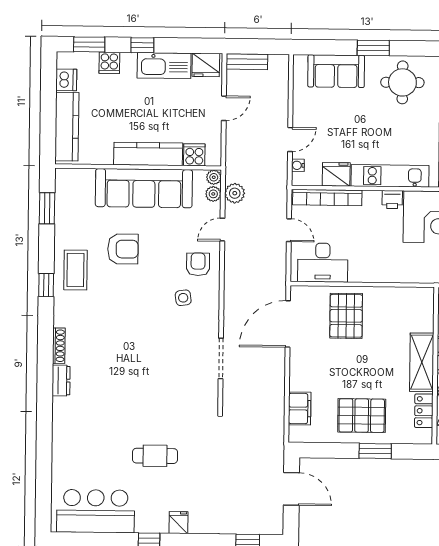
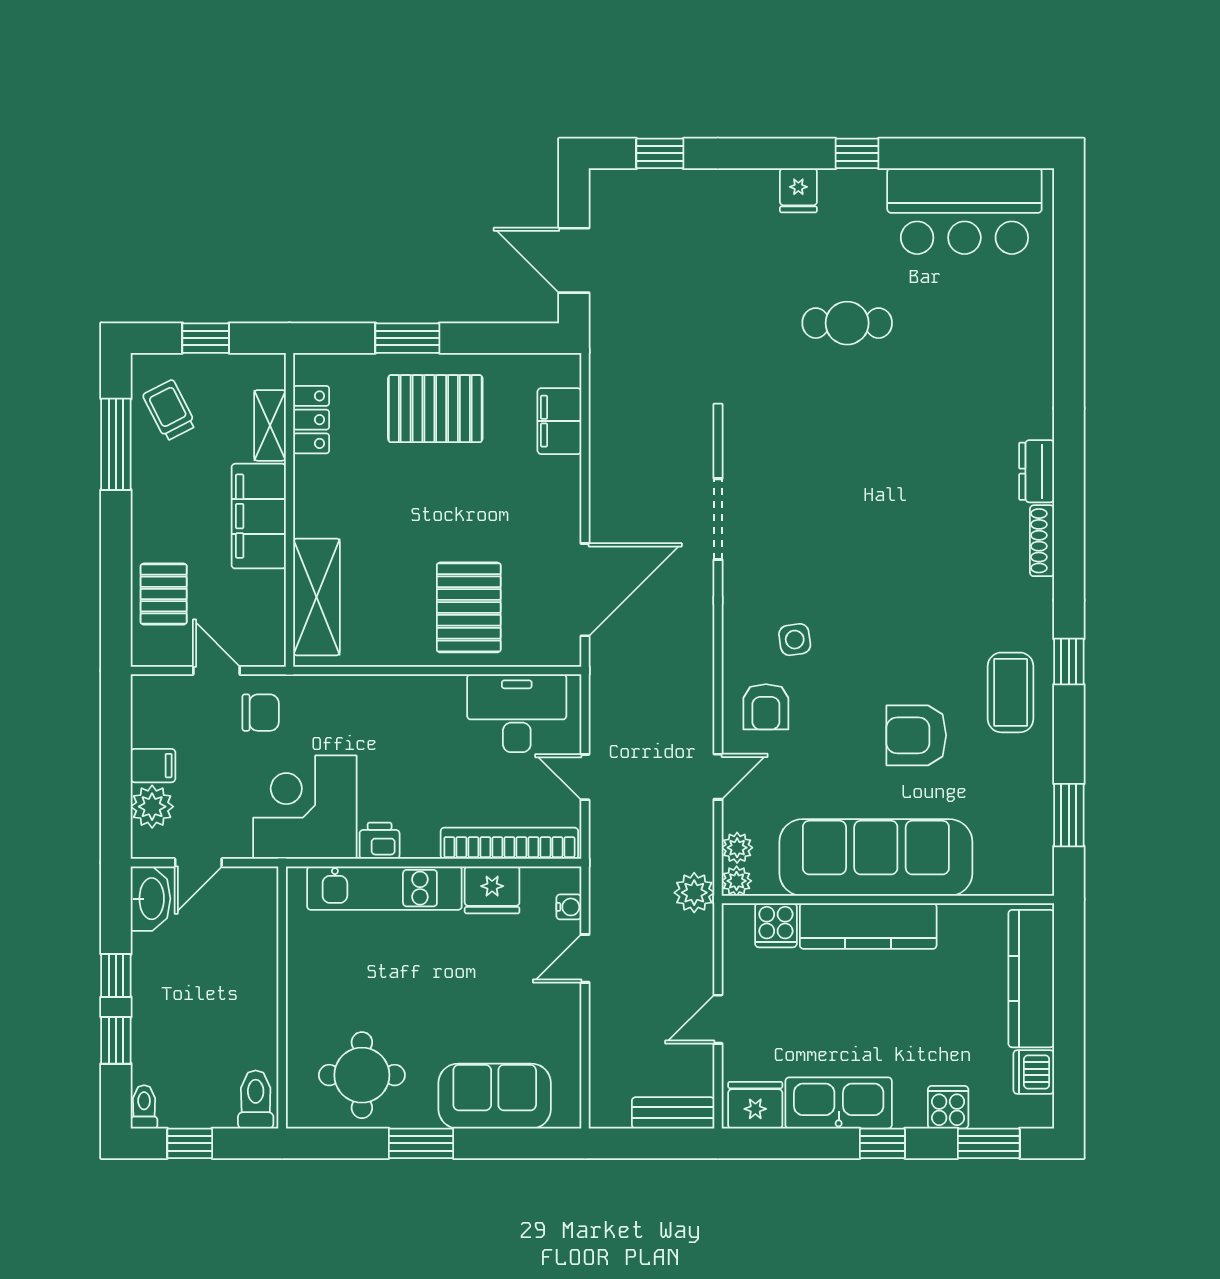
plant: (235, 193) -> (694, 893), moved
shelving: (422, 362) -> (317, 597), moved

